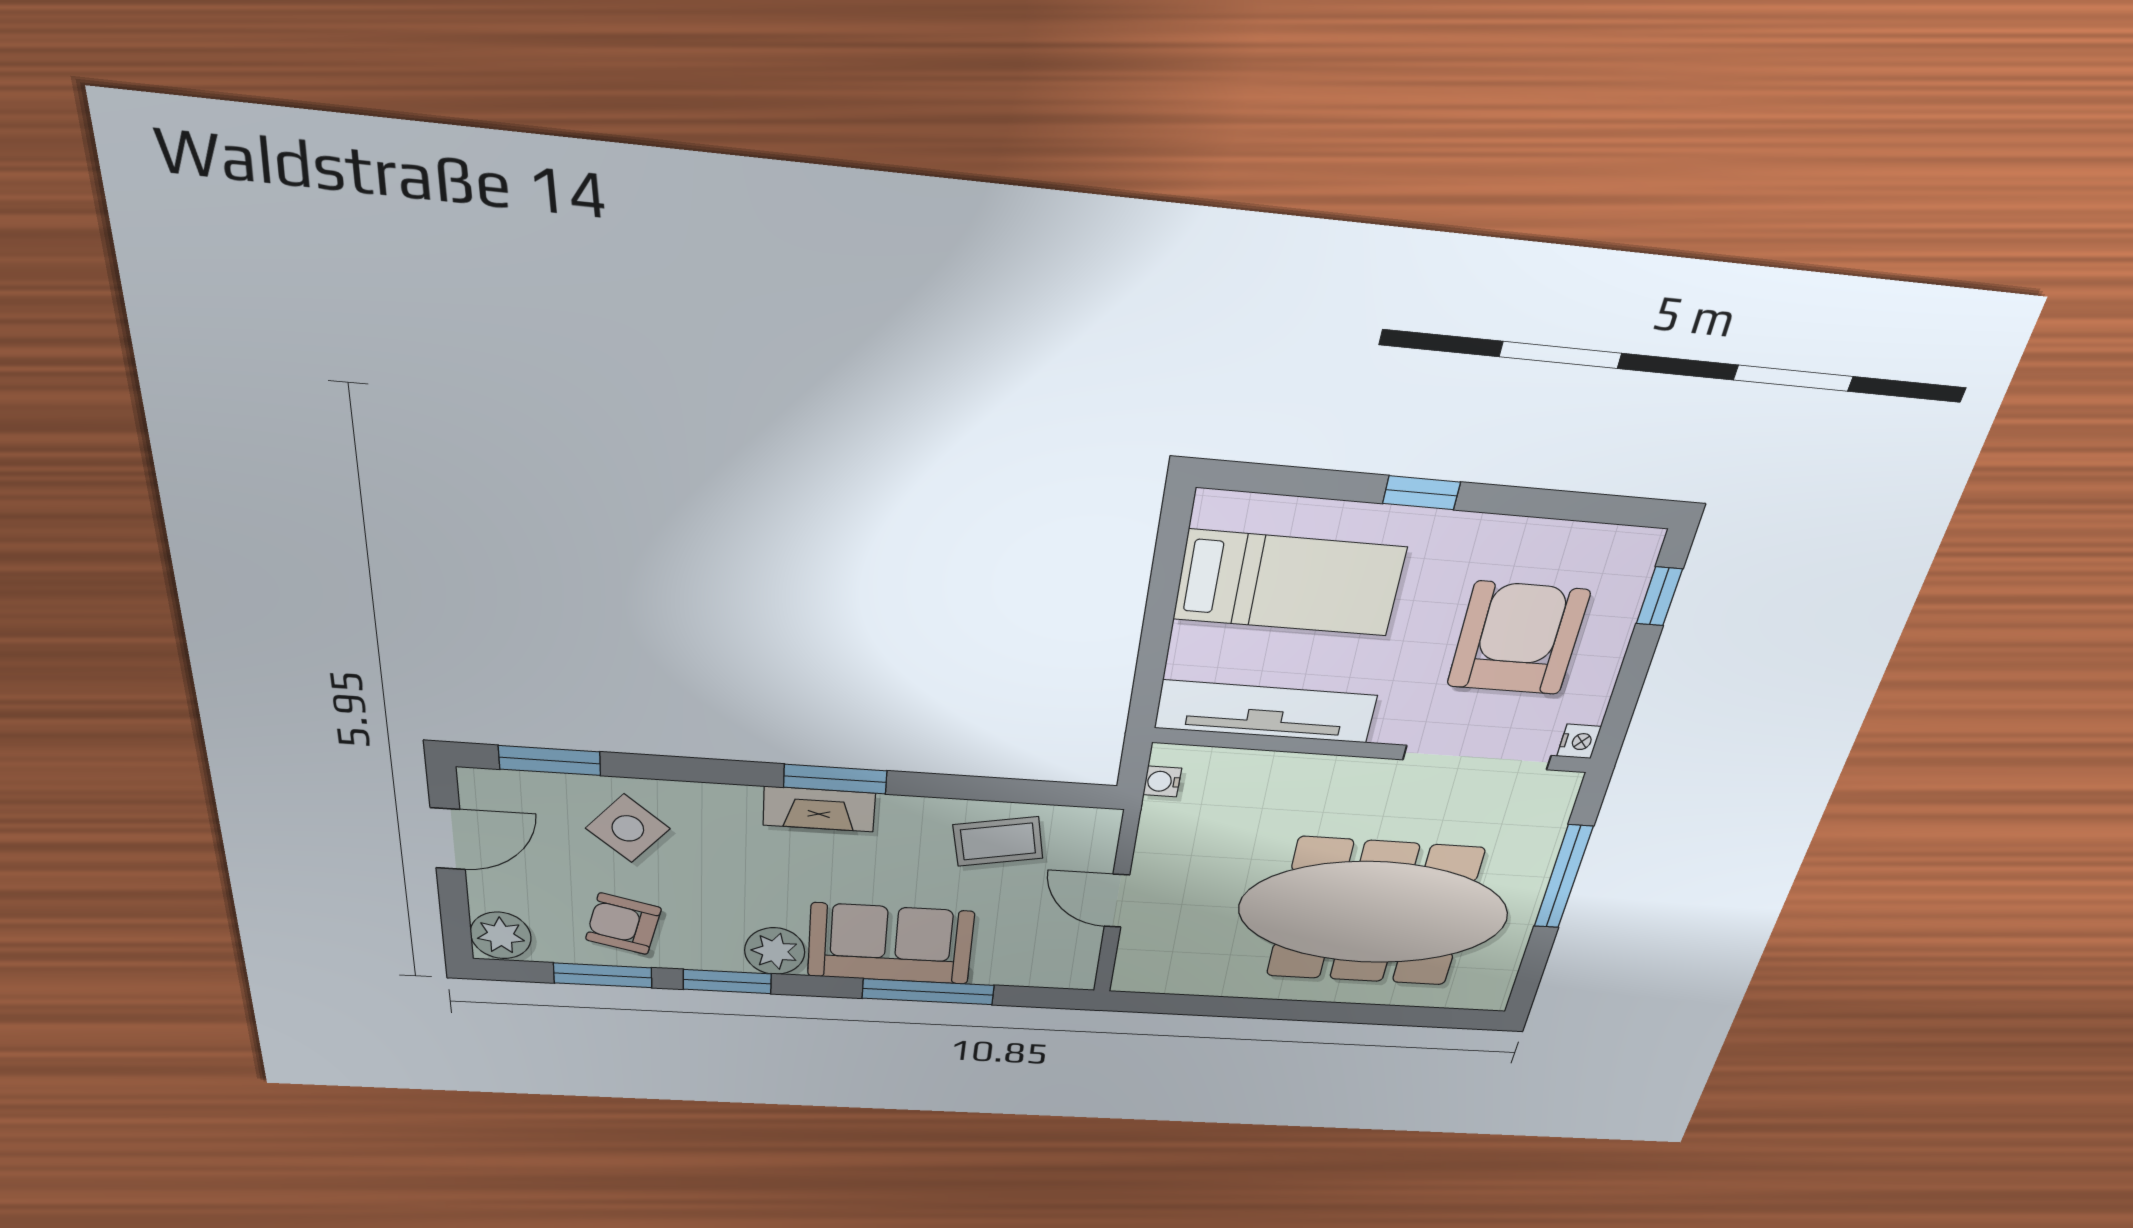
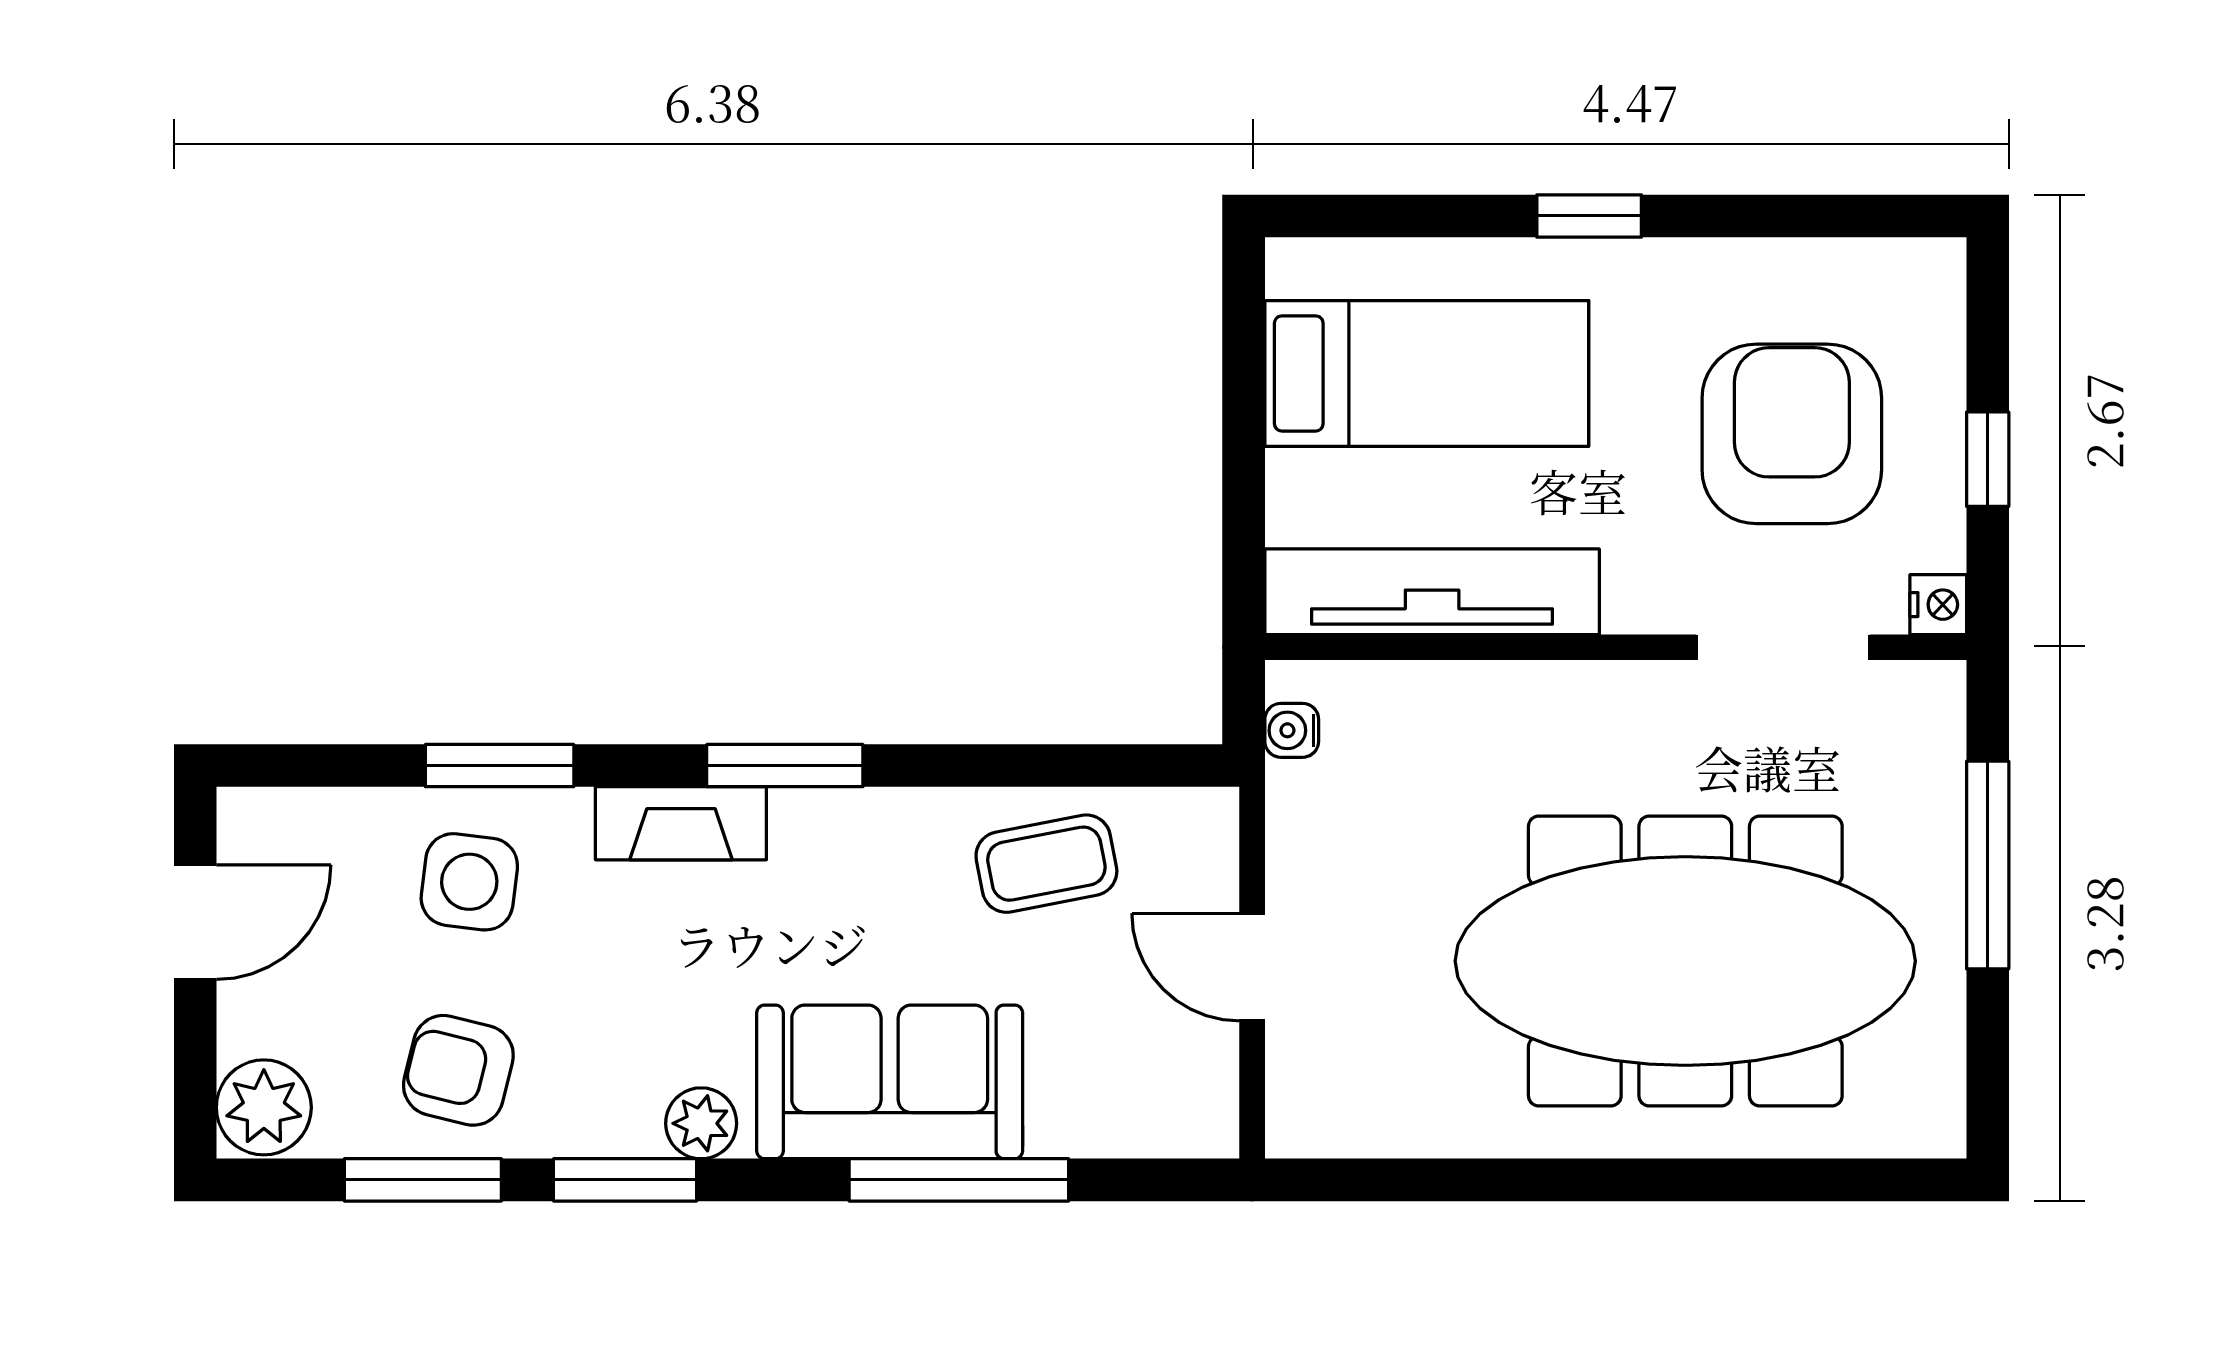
window: (1659, 596) -> (1988, 459), moved
doorway: (1477, 758) -> (1783, 647), width x0.73
window: (550, 761) -> (500, 766), moved
fireplace: (819, 809) -> (681, 823), moved
side table: (628, 828) -> (469, 882), turned -34
plant: (775, 951) -> (701, 1123), width x0.73, depth x0.73

